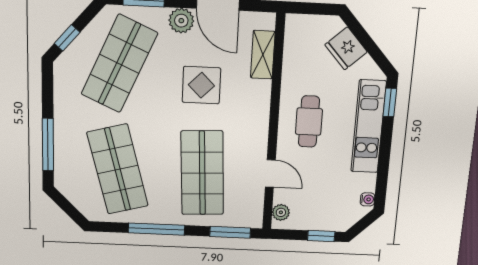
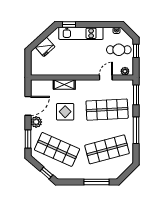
shelving: (263, 55) -> (64, 84), moved
cafe table: (309, 122) -> (119, 50), moved

